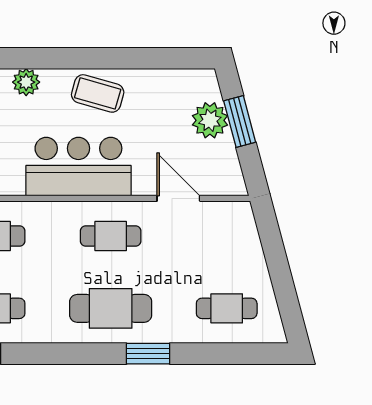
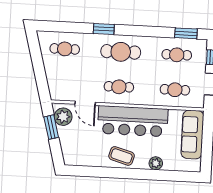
plant: (210, 120) -> (63, 117), moved
window: (240, 122) -> (51, 127), moved
bar counter: (78, 167) -> (133, 121), width x1.36

